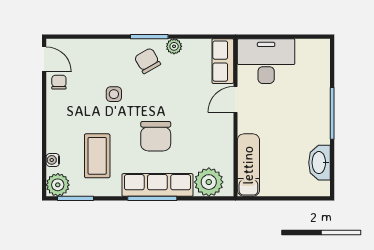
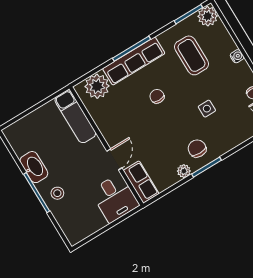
chair: (147, 61) -> (197, 148), turned -150
desk: (266, 61) -> (115, 198), width x0.73
stool: (312, 100) -> (57, 193), added
chair: (156, 136) -> (157, 96), width x0.54, depth x0.54
water cooler: (53, 160) -> (237, 56), moved
washbasin: (319, 163) -> (34, 167), moved

